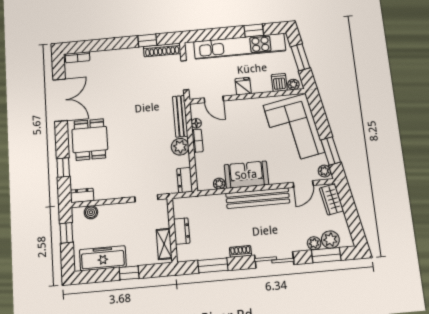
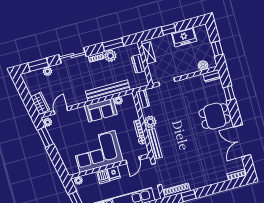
dishwasher: (279, 82) -> (103, 176), moved
door: (214, 99) -> (133, 160), swing flipped
corner sofa: (294, 129) -> (97, 151), moved, turned -79
dining table: (90, 140) -> (215, 116), turned 90
bench: (258, 198) -> (108, 91), moved
plant: (330, 240) -> (110, 56), moved
freezer: (103, 258) -> (184, 37), width x0.71

